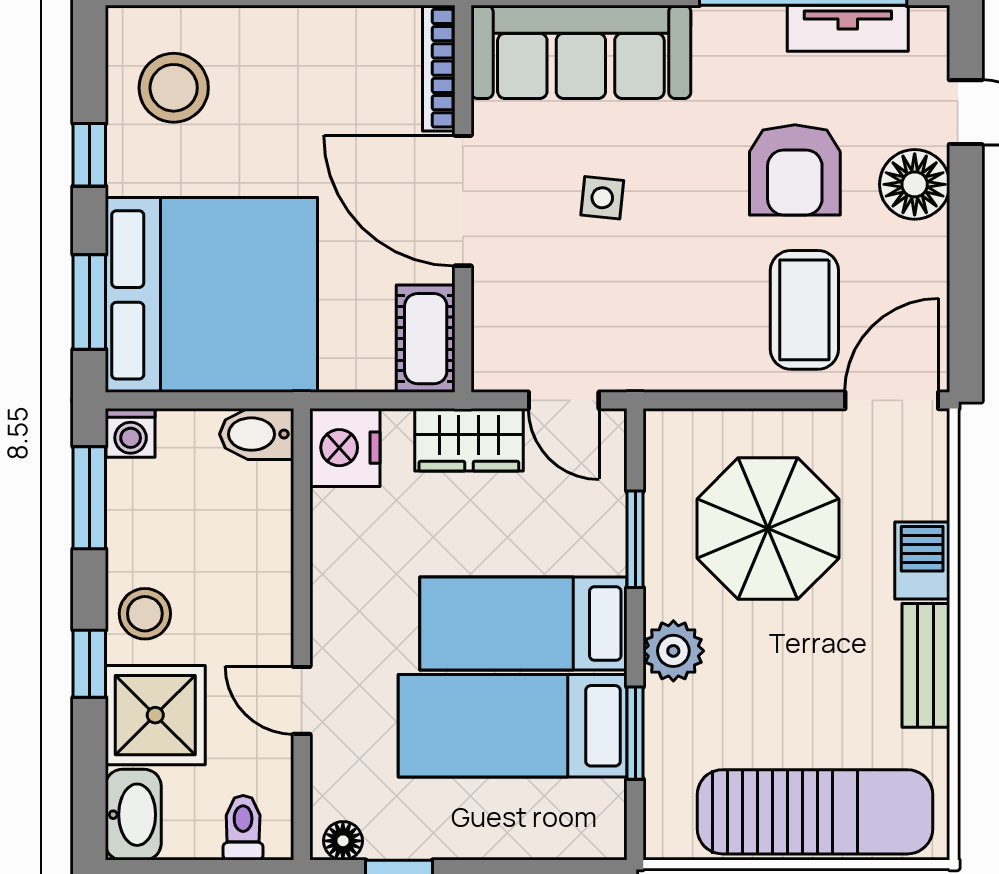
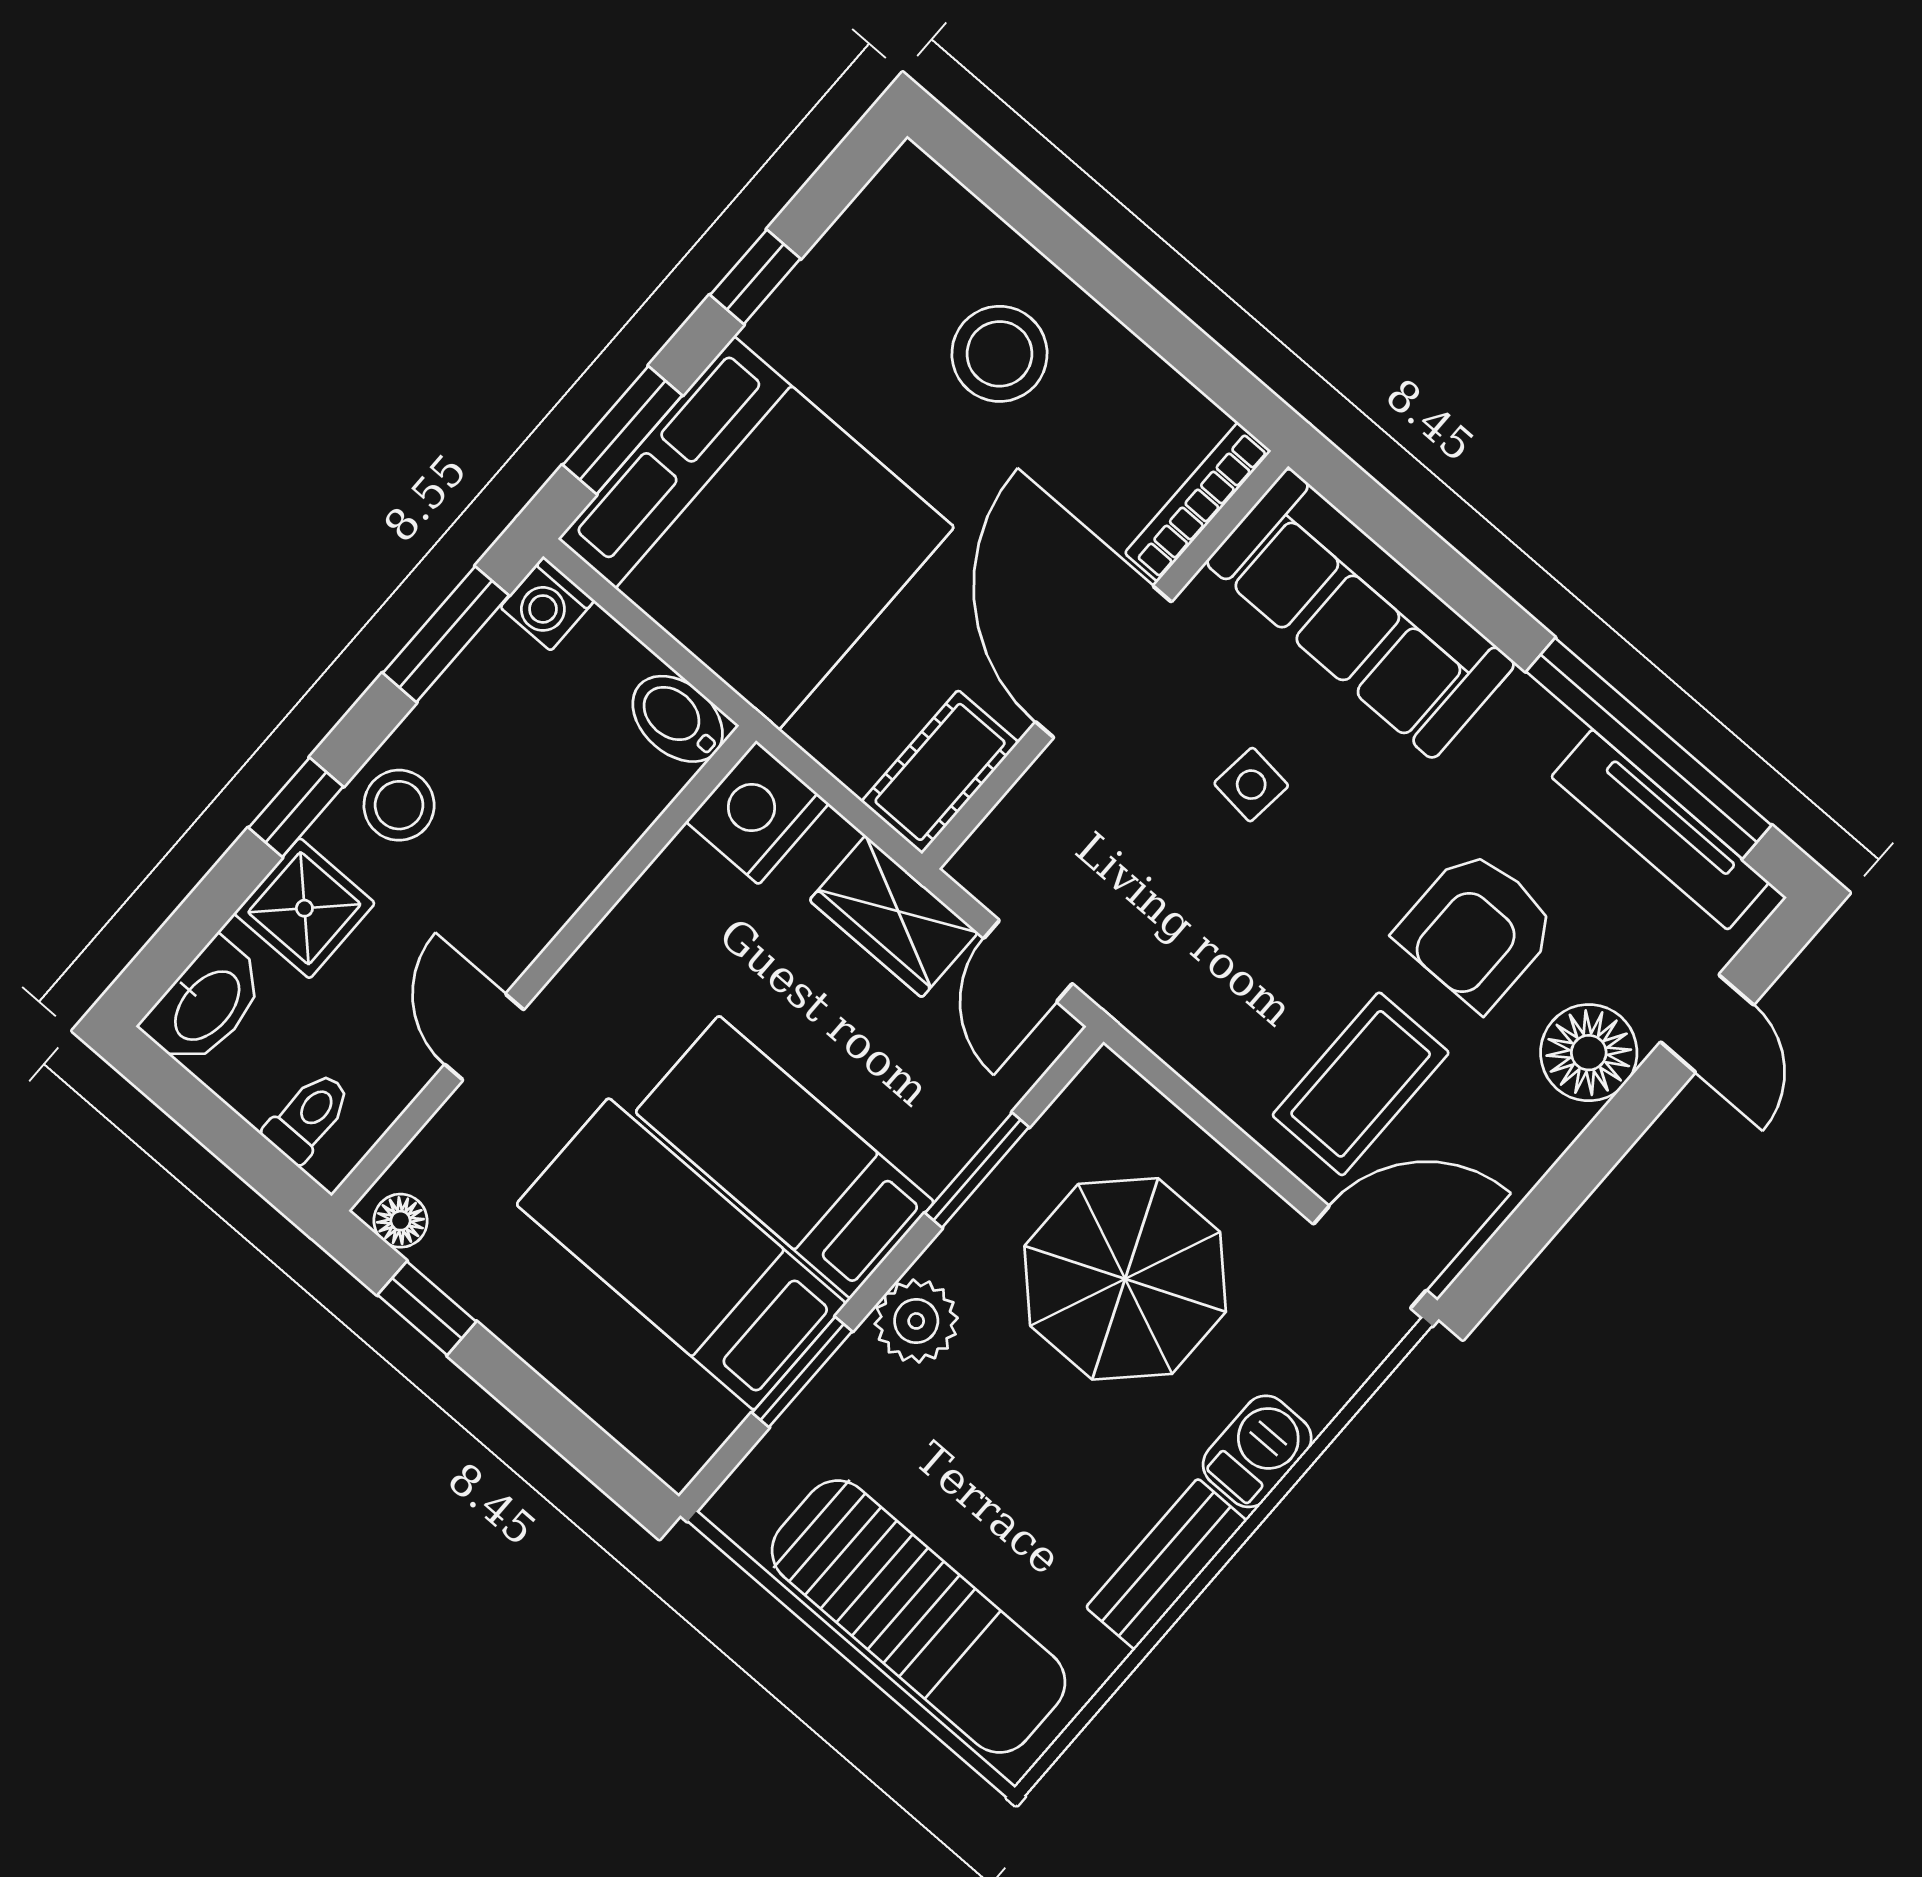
tv unit: (848, 28) -> (1660, 830), width x1.41
stool: (174, 88) -> (999, 354), moved
shower: (155, 715) -> (304, 908), width x0.73, depth x0.73

